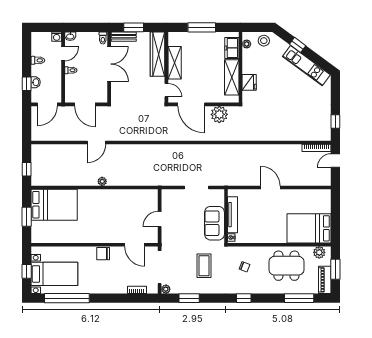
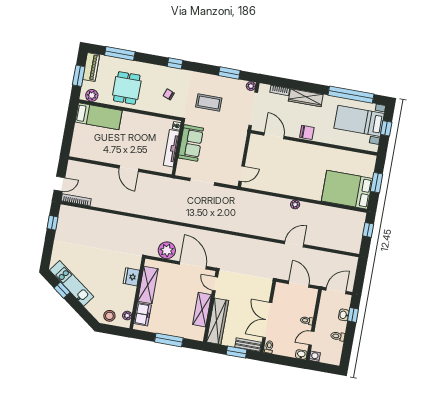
window: (298, 45) -> (62, 290), moved
door: (160, 219) -> (242, 174), moved
bed: (309, 228) -> (99, 116), width x0.67
coffee table: (204, 266) -> (209, 103), turned 90
dining table: (286, 266) -> (127, 88), width x0.73
wardrobe: (110, 287) -> (306, 98), added

